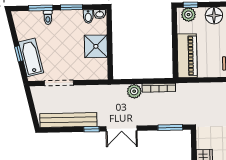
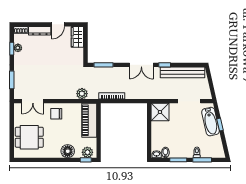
shower: (96, 46) -> (160, 112), moved
plant: (134, 91) -> (82, 94), moved
double door: (122, 129) -> (141, 65), swing flipped

